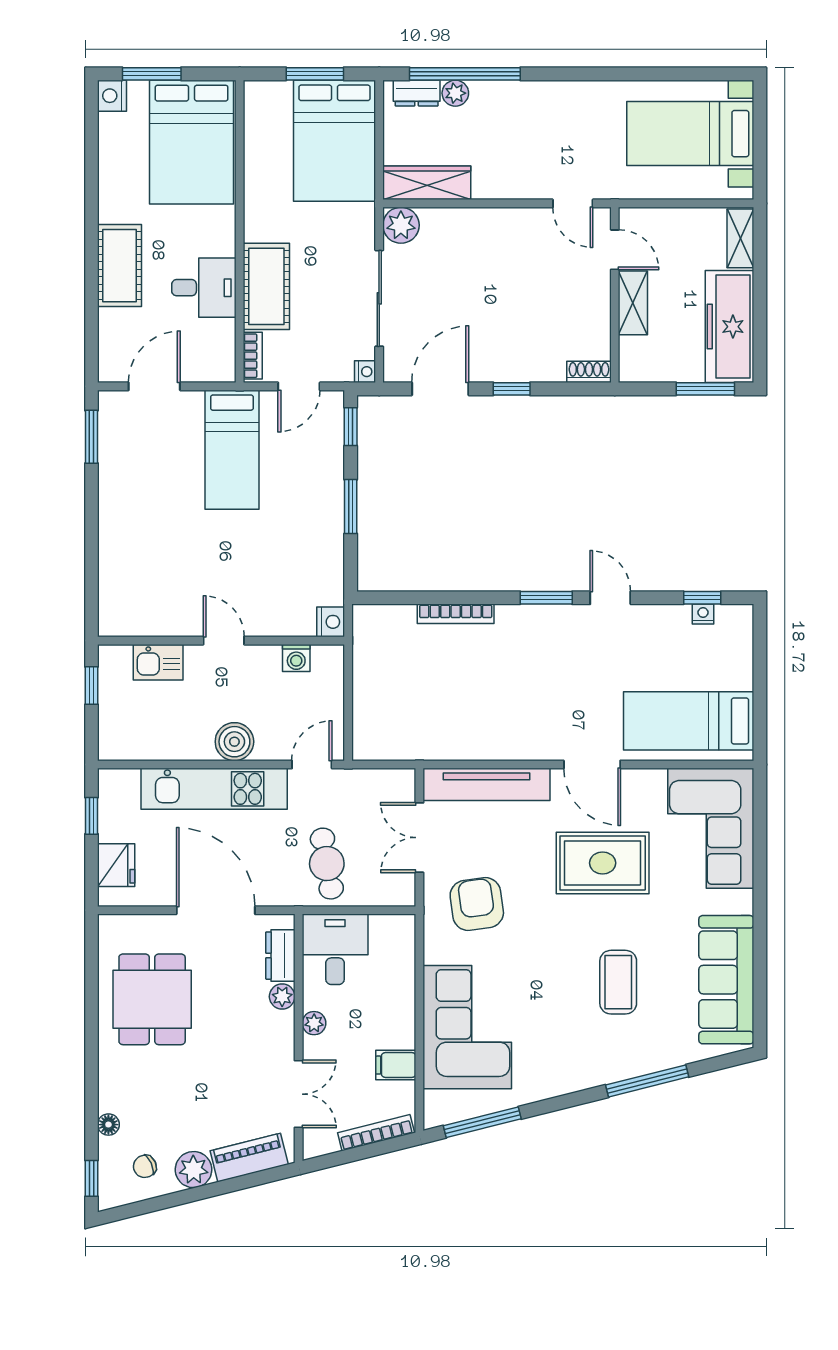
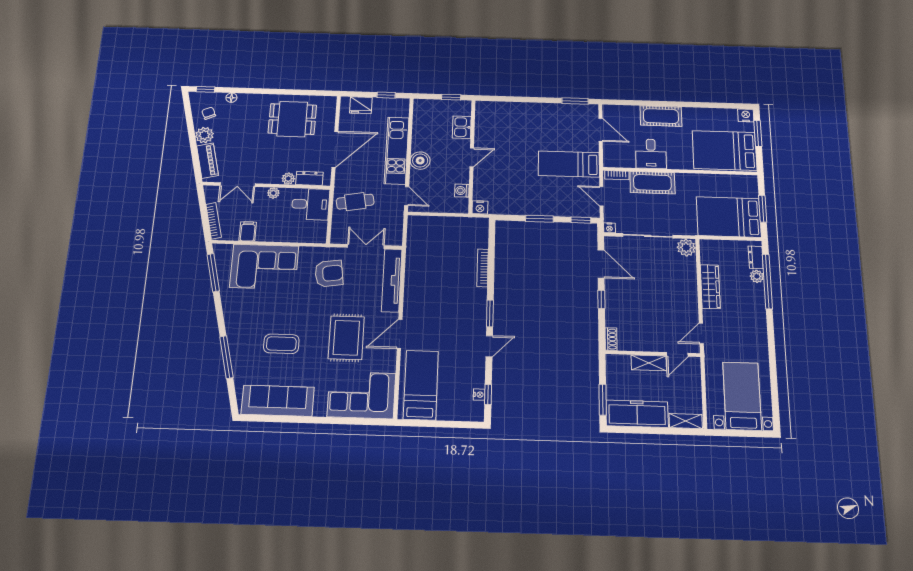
wardrobe: (427, 183) -> (710, 287), moved

